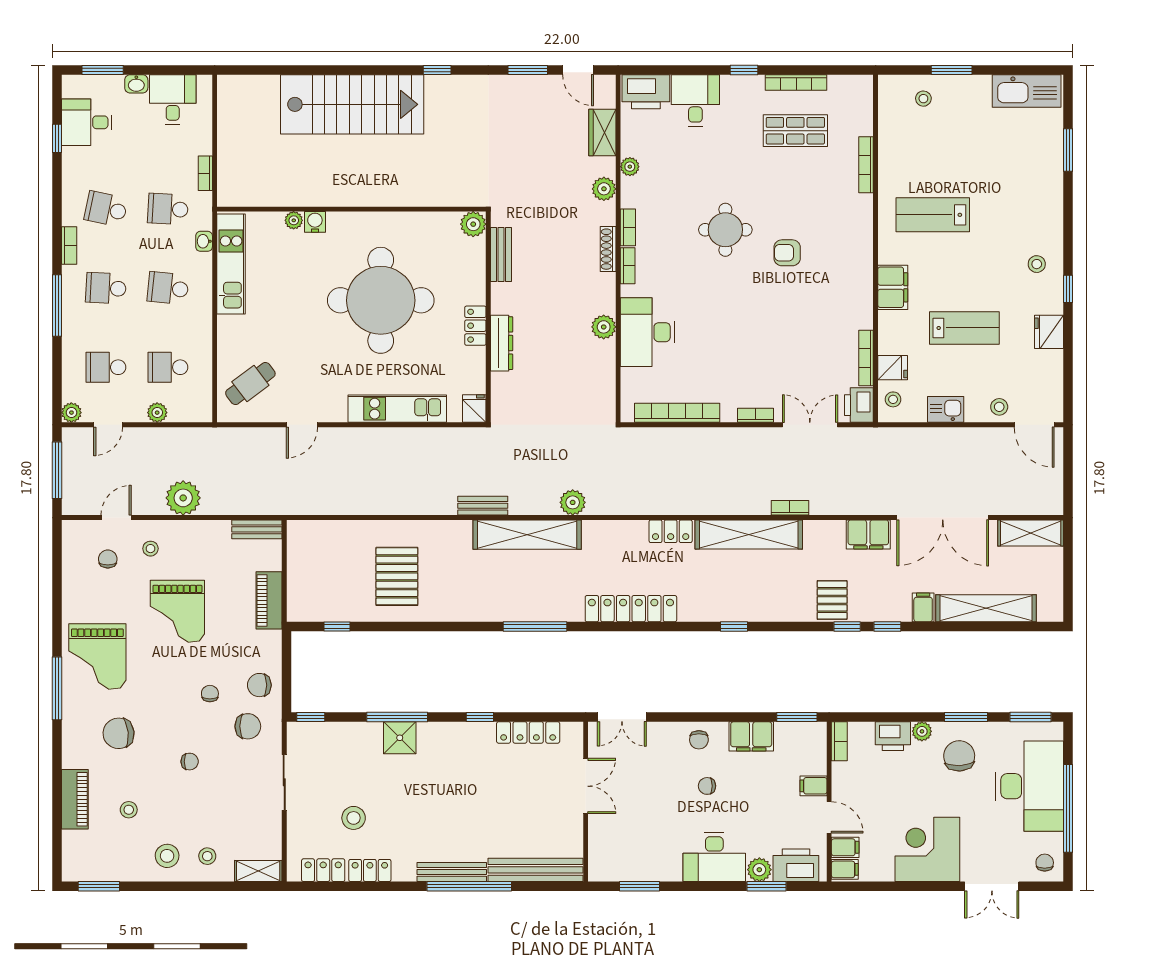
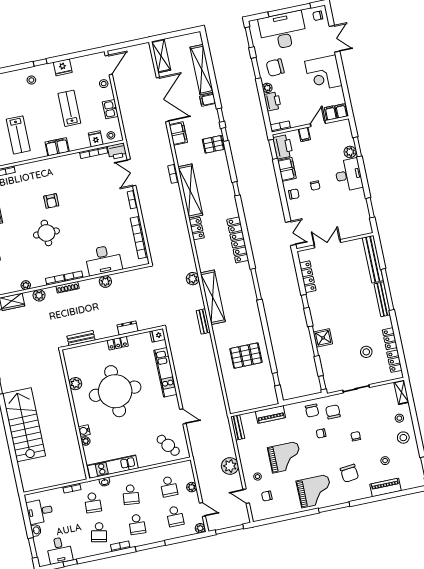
plant: (473, 224) -> (75, 384), moved
dresser: (502, 343) -> (128, 328), width x0.70
printer: (796, 865) -> (283, 147), moved, turned 180

